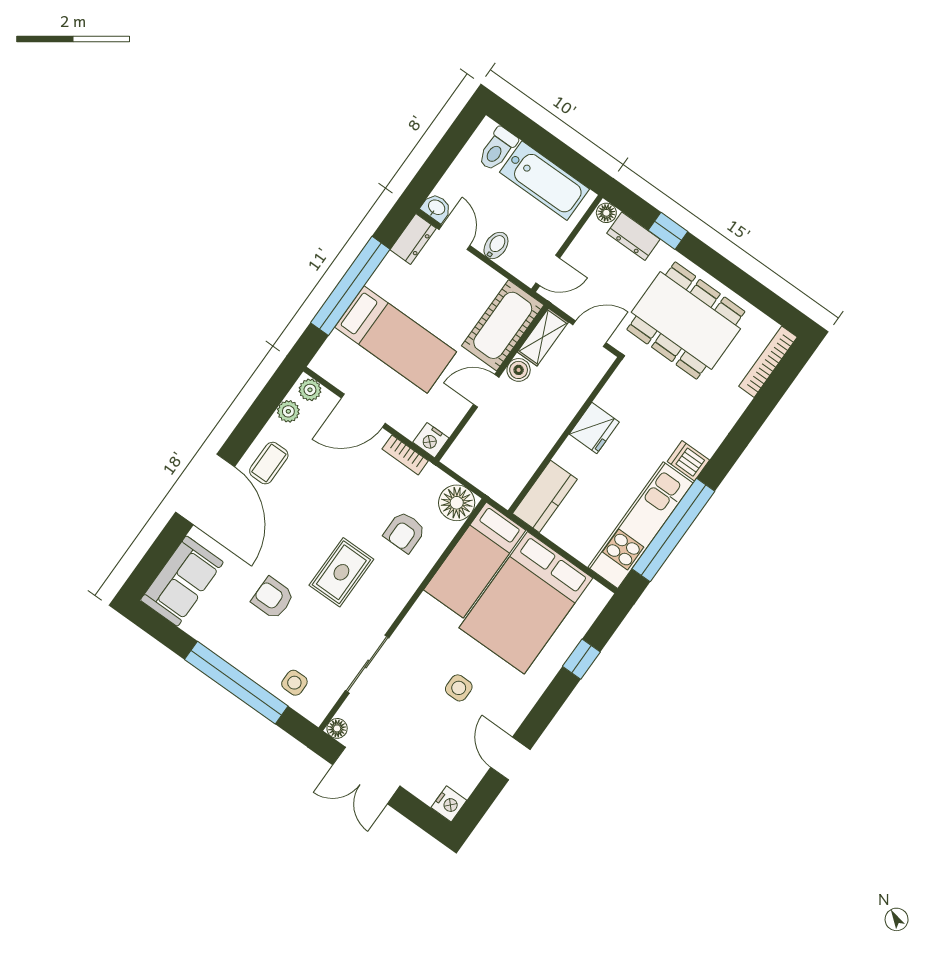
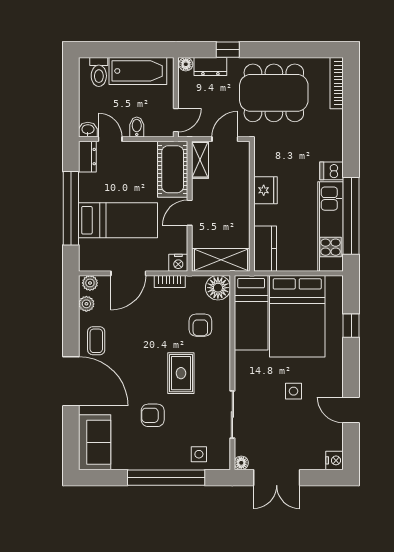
boiler: (519, 370) -> (199, 188), removed
shelving: (484, 473) -> (221, 260), added

